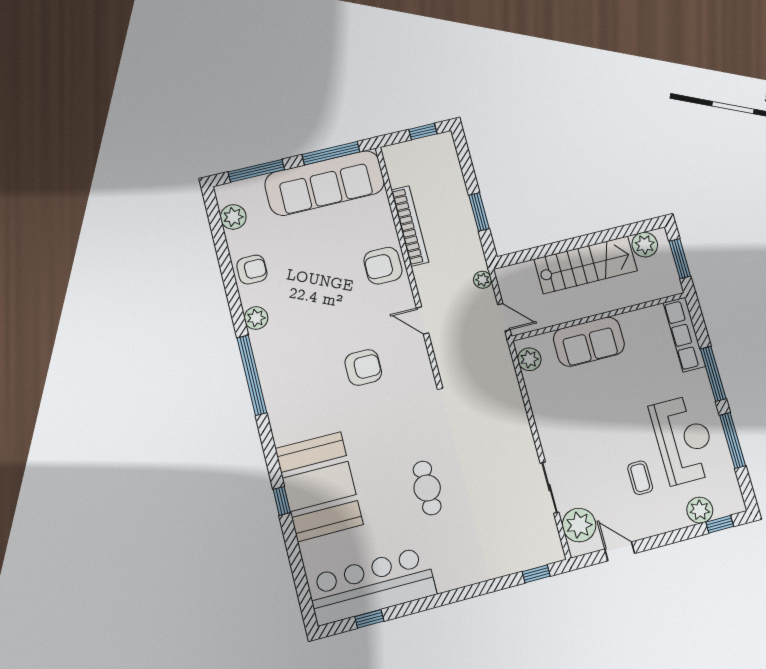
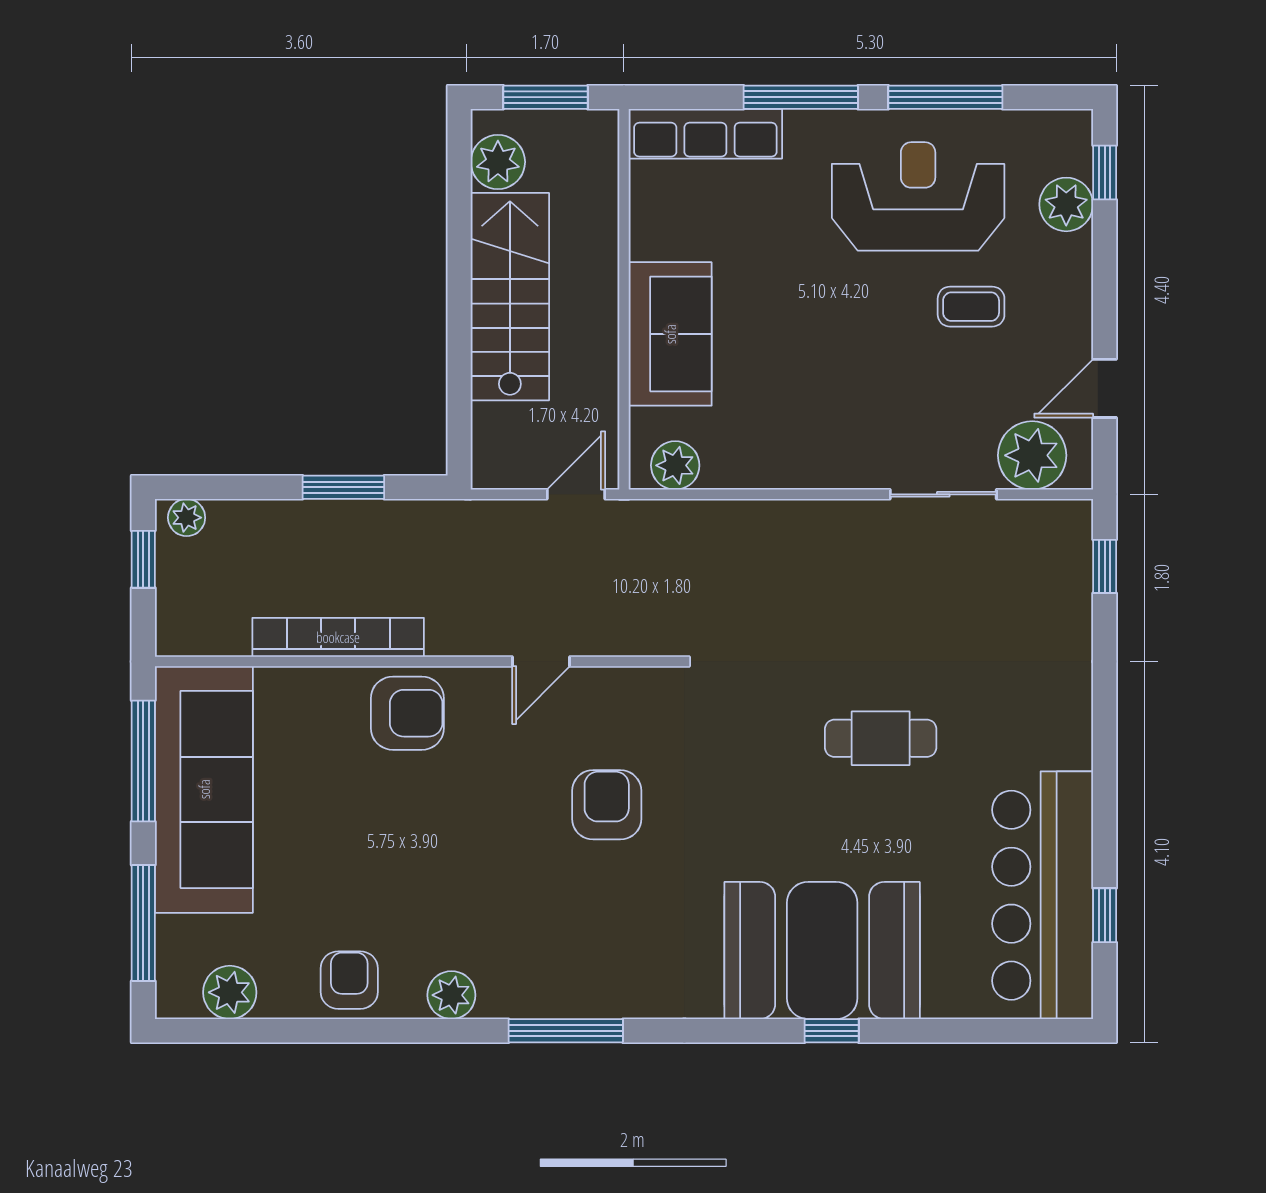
armchair: (383, 266) -> (407, 713), turned -90
plant: (482, 280) -> (187, 518), moved
window: (252, 375) -> (566, 1031), width x0.68

